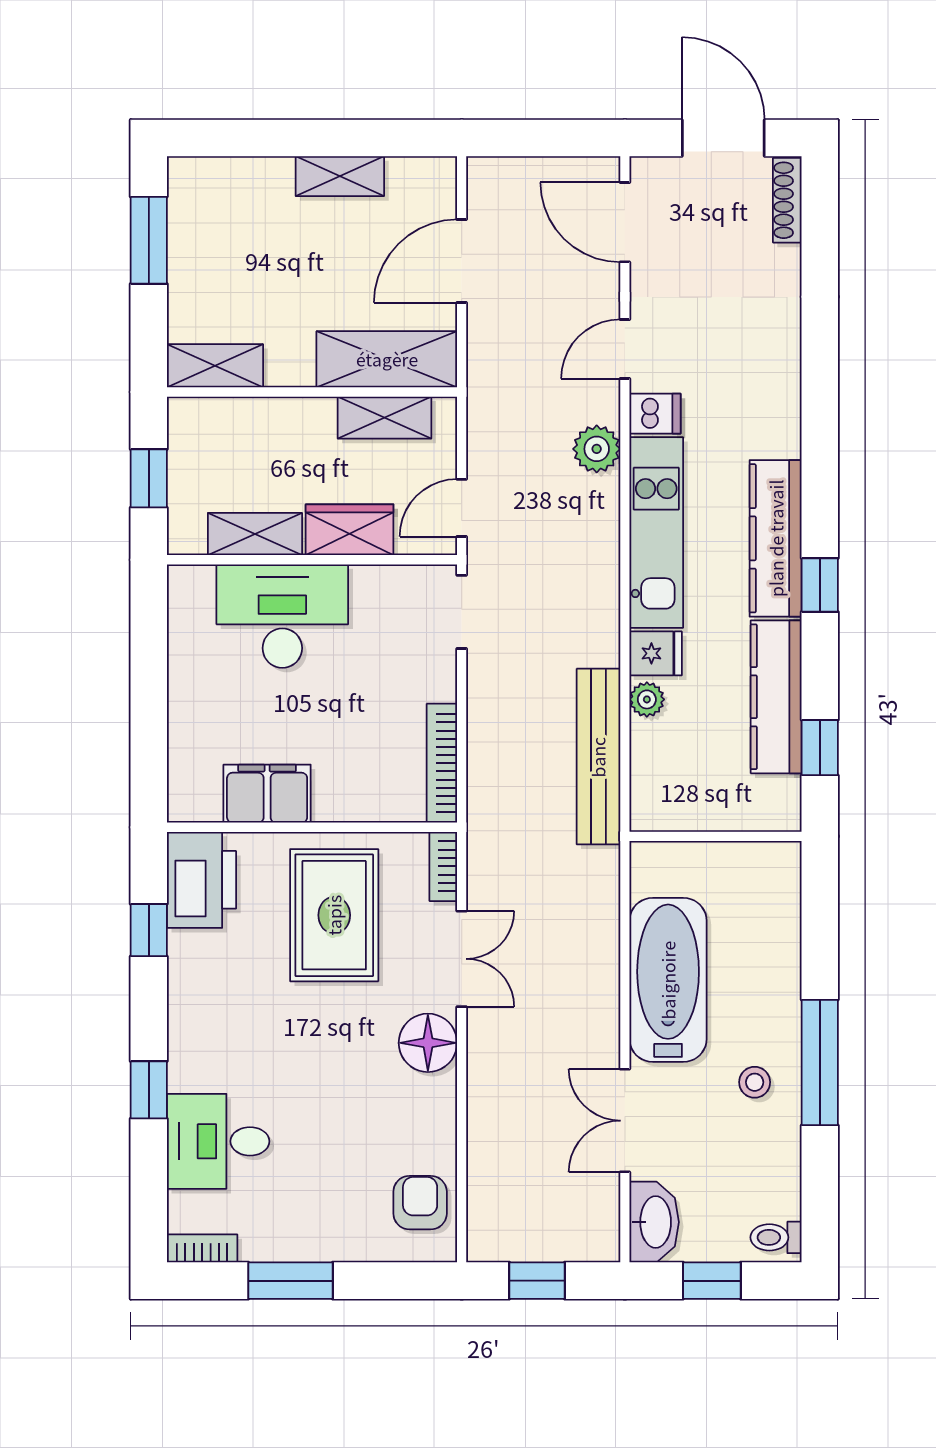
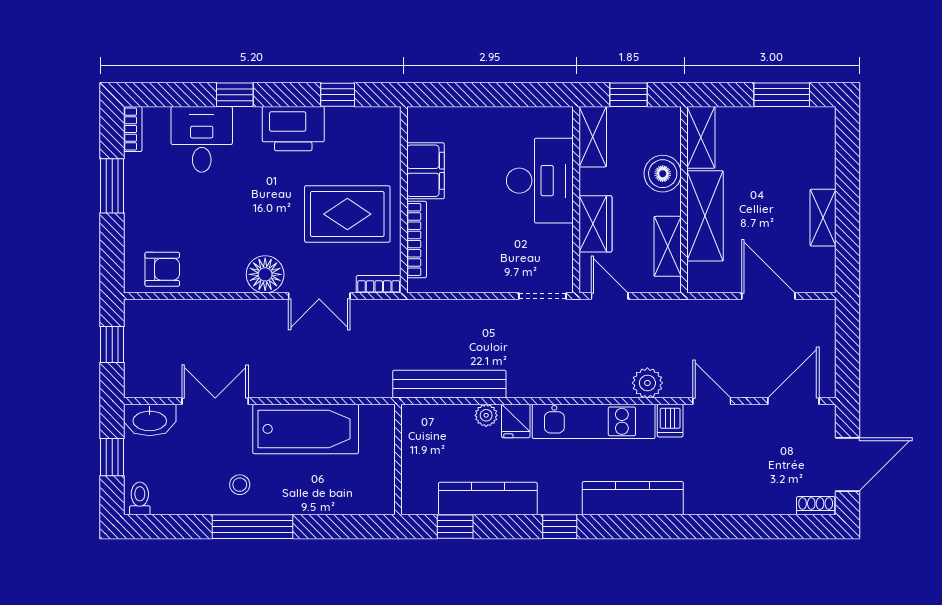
shoe rack: (787, 200) -> (816, 506), width x0.70
shelving: (387, 359) -> (705, 216), moved
boiler: (271, 425) -> (663, 174), added
shelving: (255, 534) -> (593, 137), moved
kitchen counter: (776, 538) -> (633, 498), moved
bookcase: (442, 763) -> (417, 240), moved, turned 90
printer: (202, 880) -> (293, 129), moved

